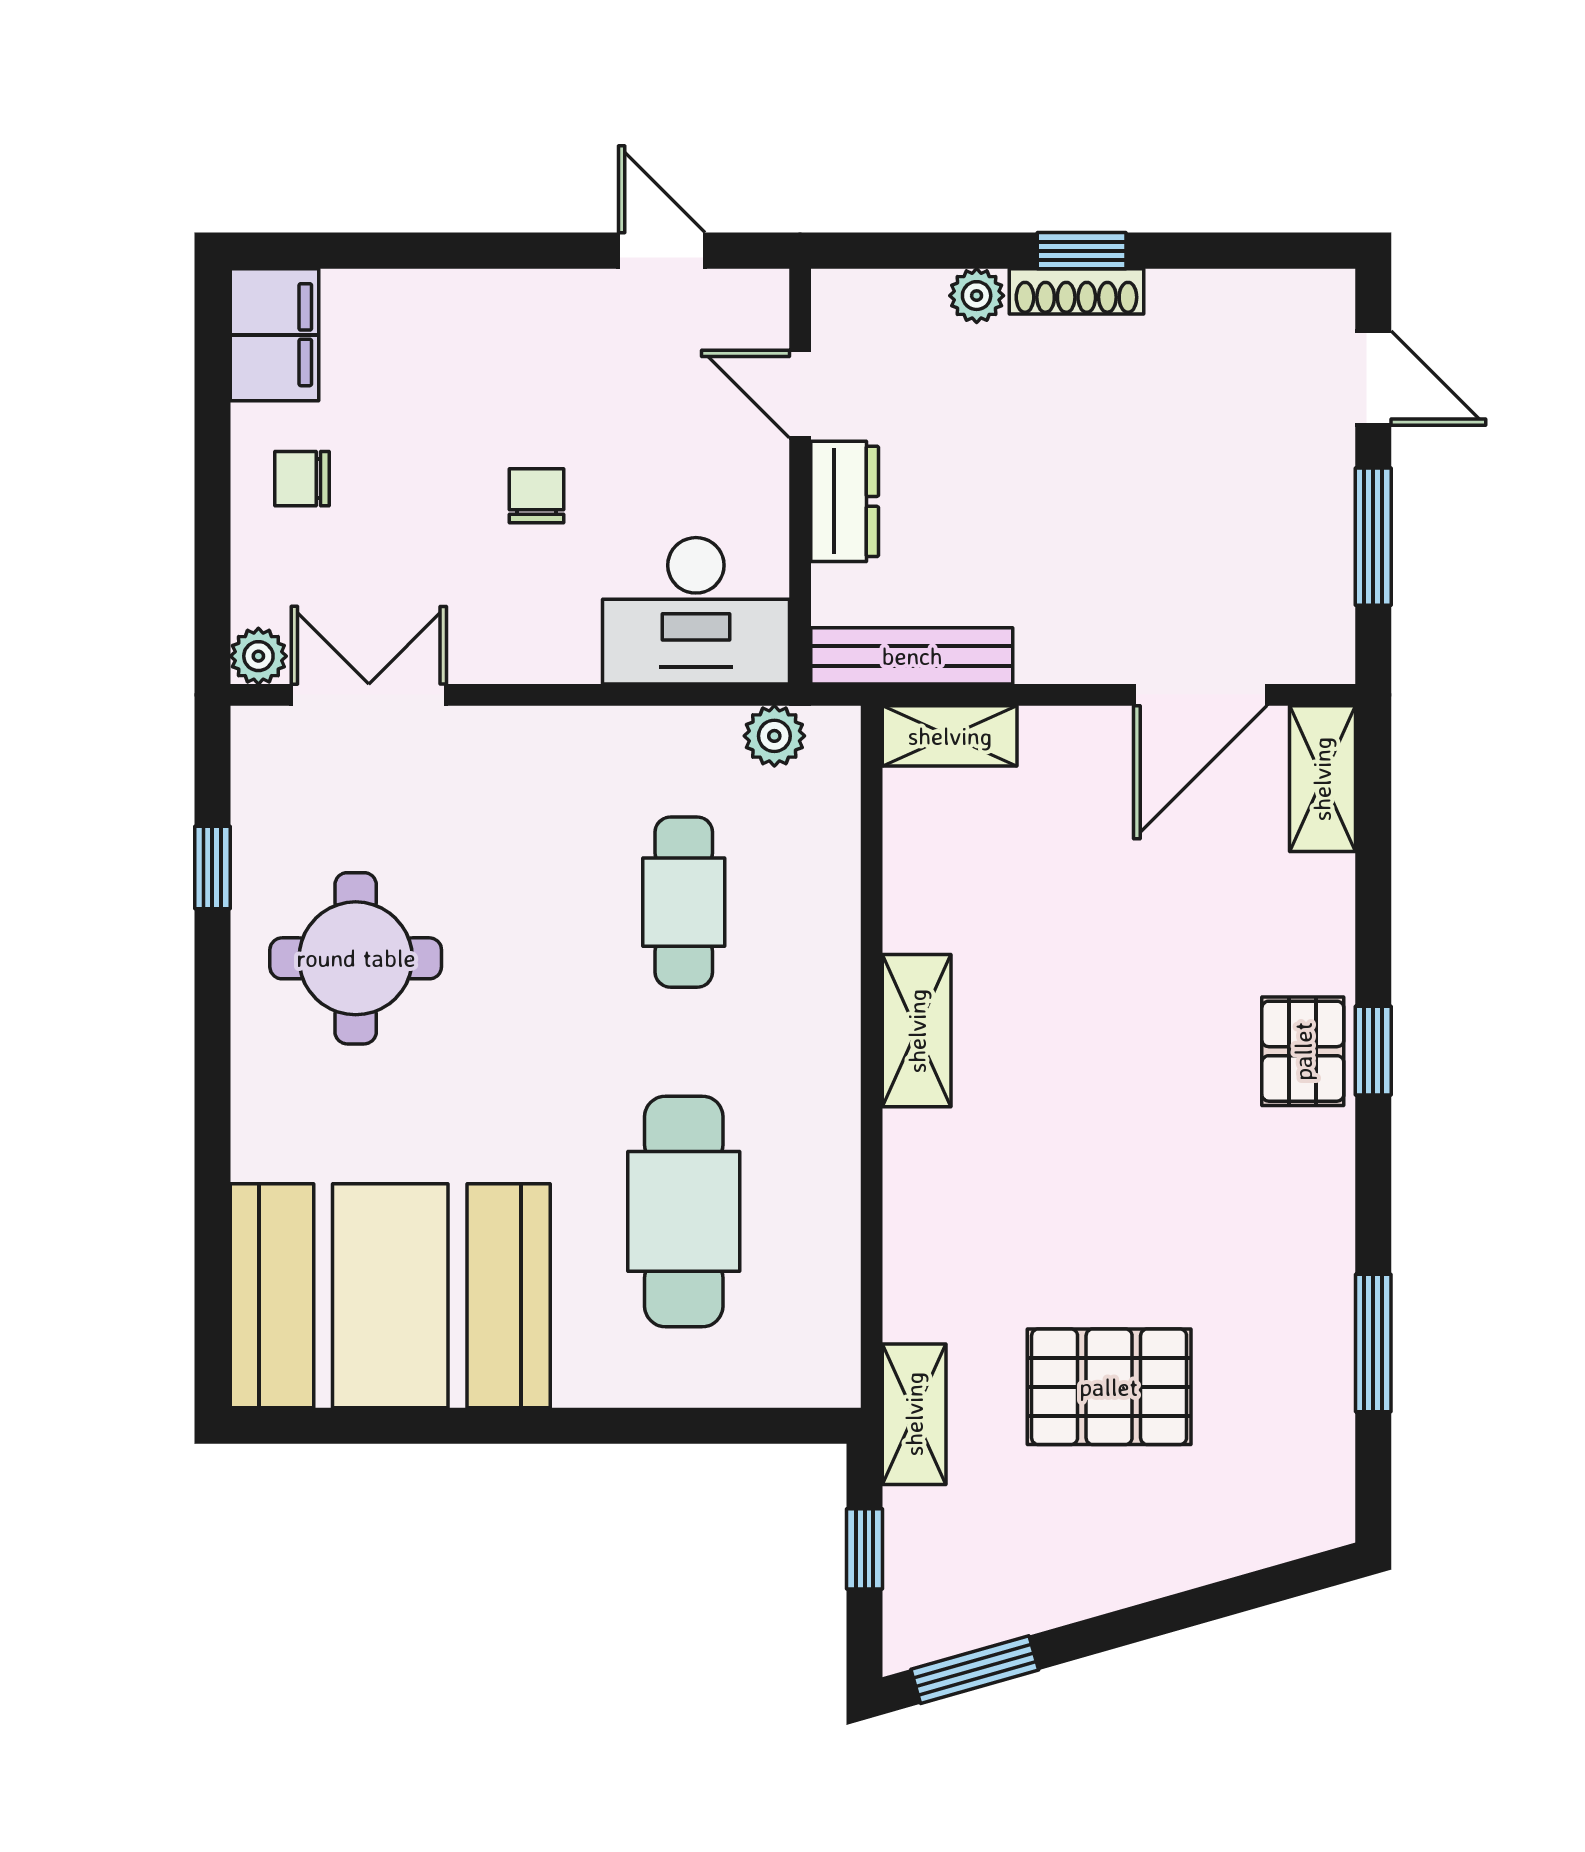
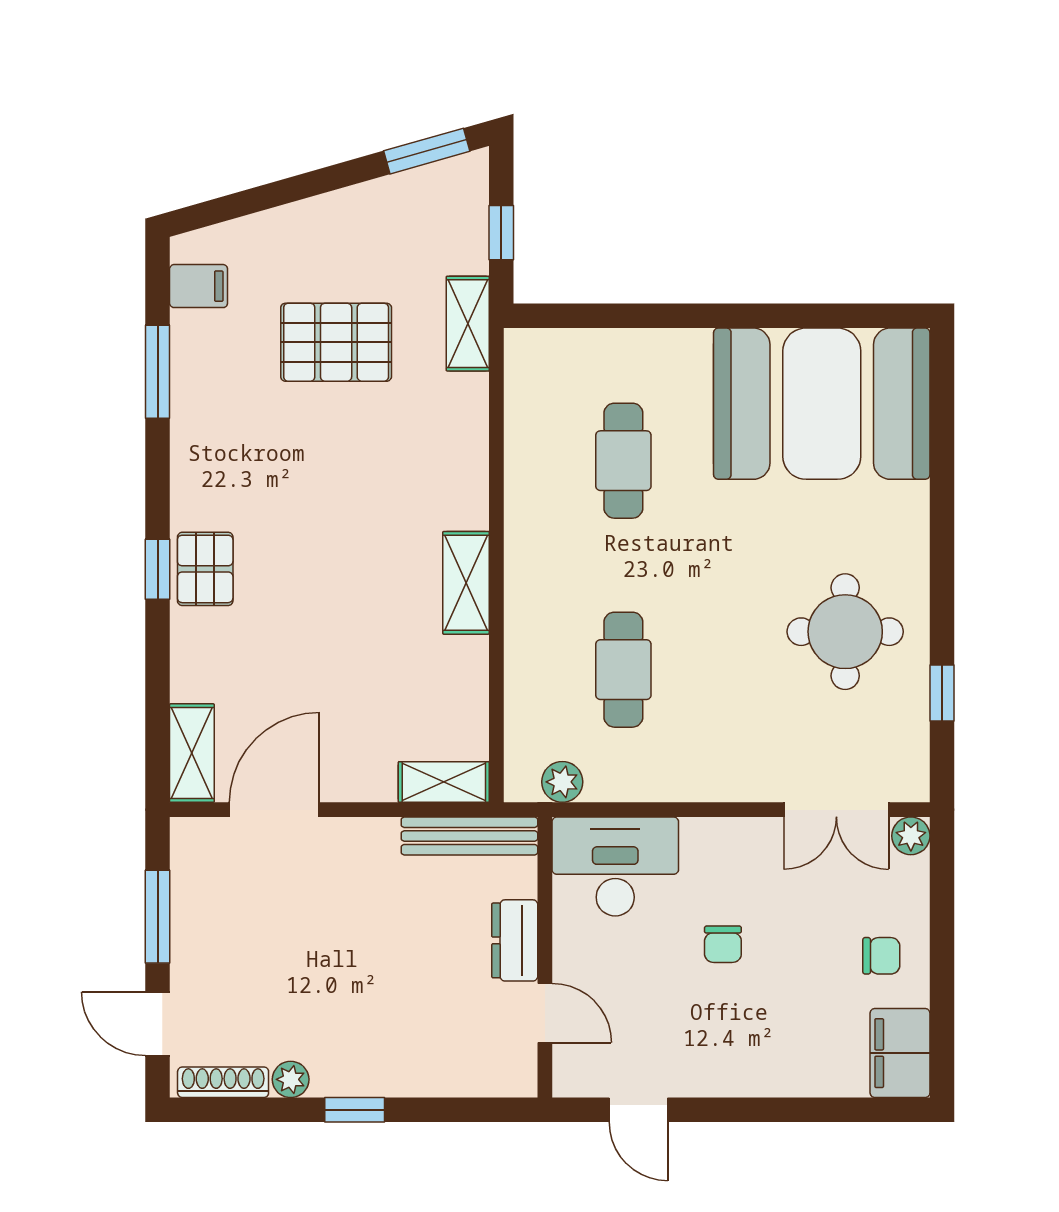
shoe rack: (1076, 291) -> (223, 1082), moved
plant: (977, 296) -> (291, 1079), moved
cafe table: (684, 1211) -> (623, 461), width x0.73, depth x0.74
filing cabinet: (1313, 1470) -> (199, 286), added

